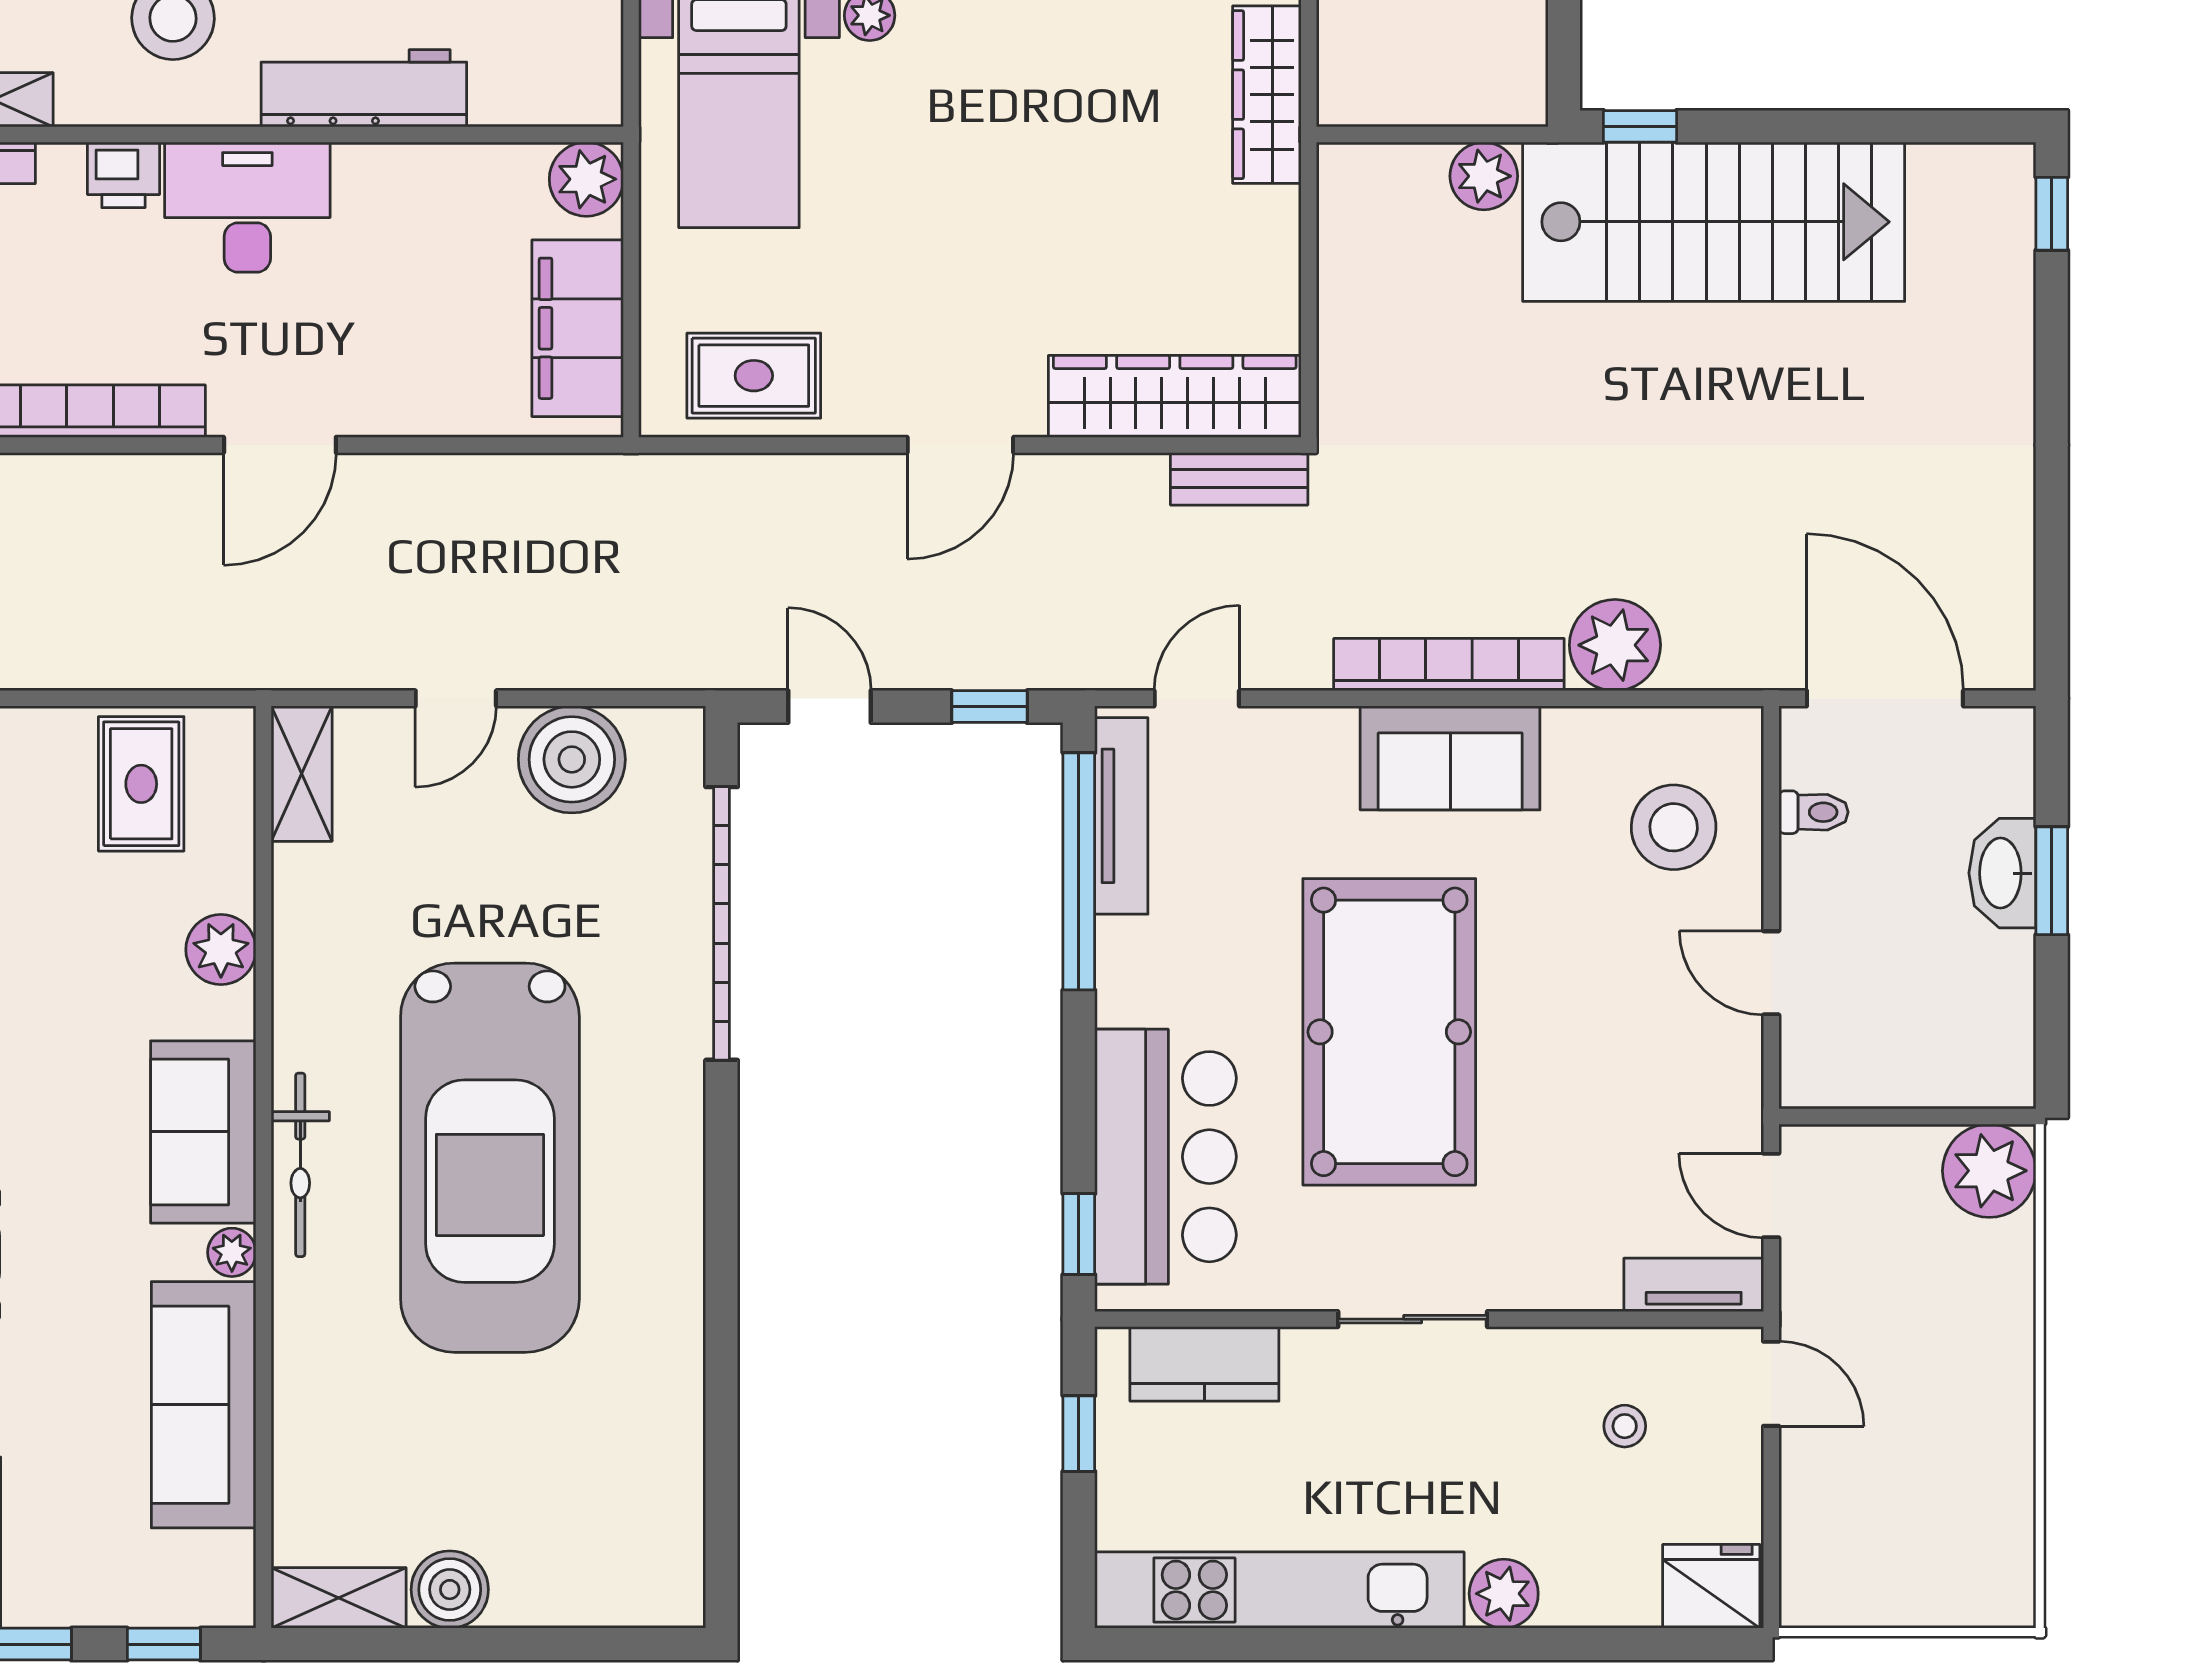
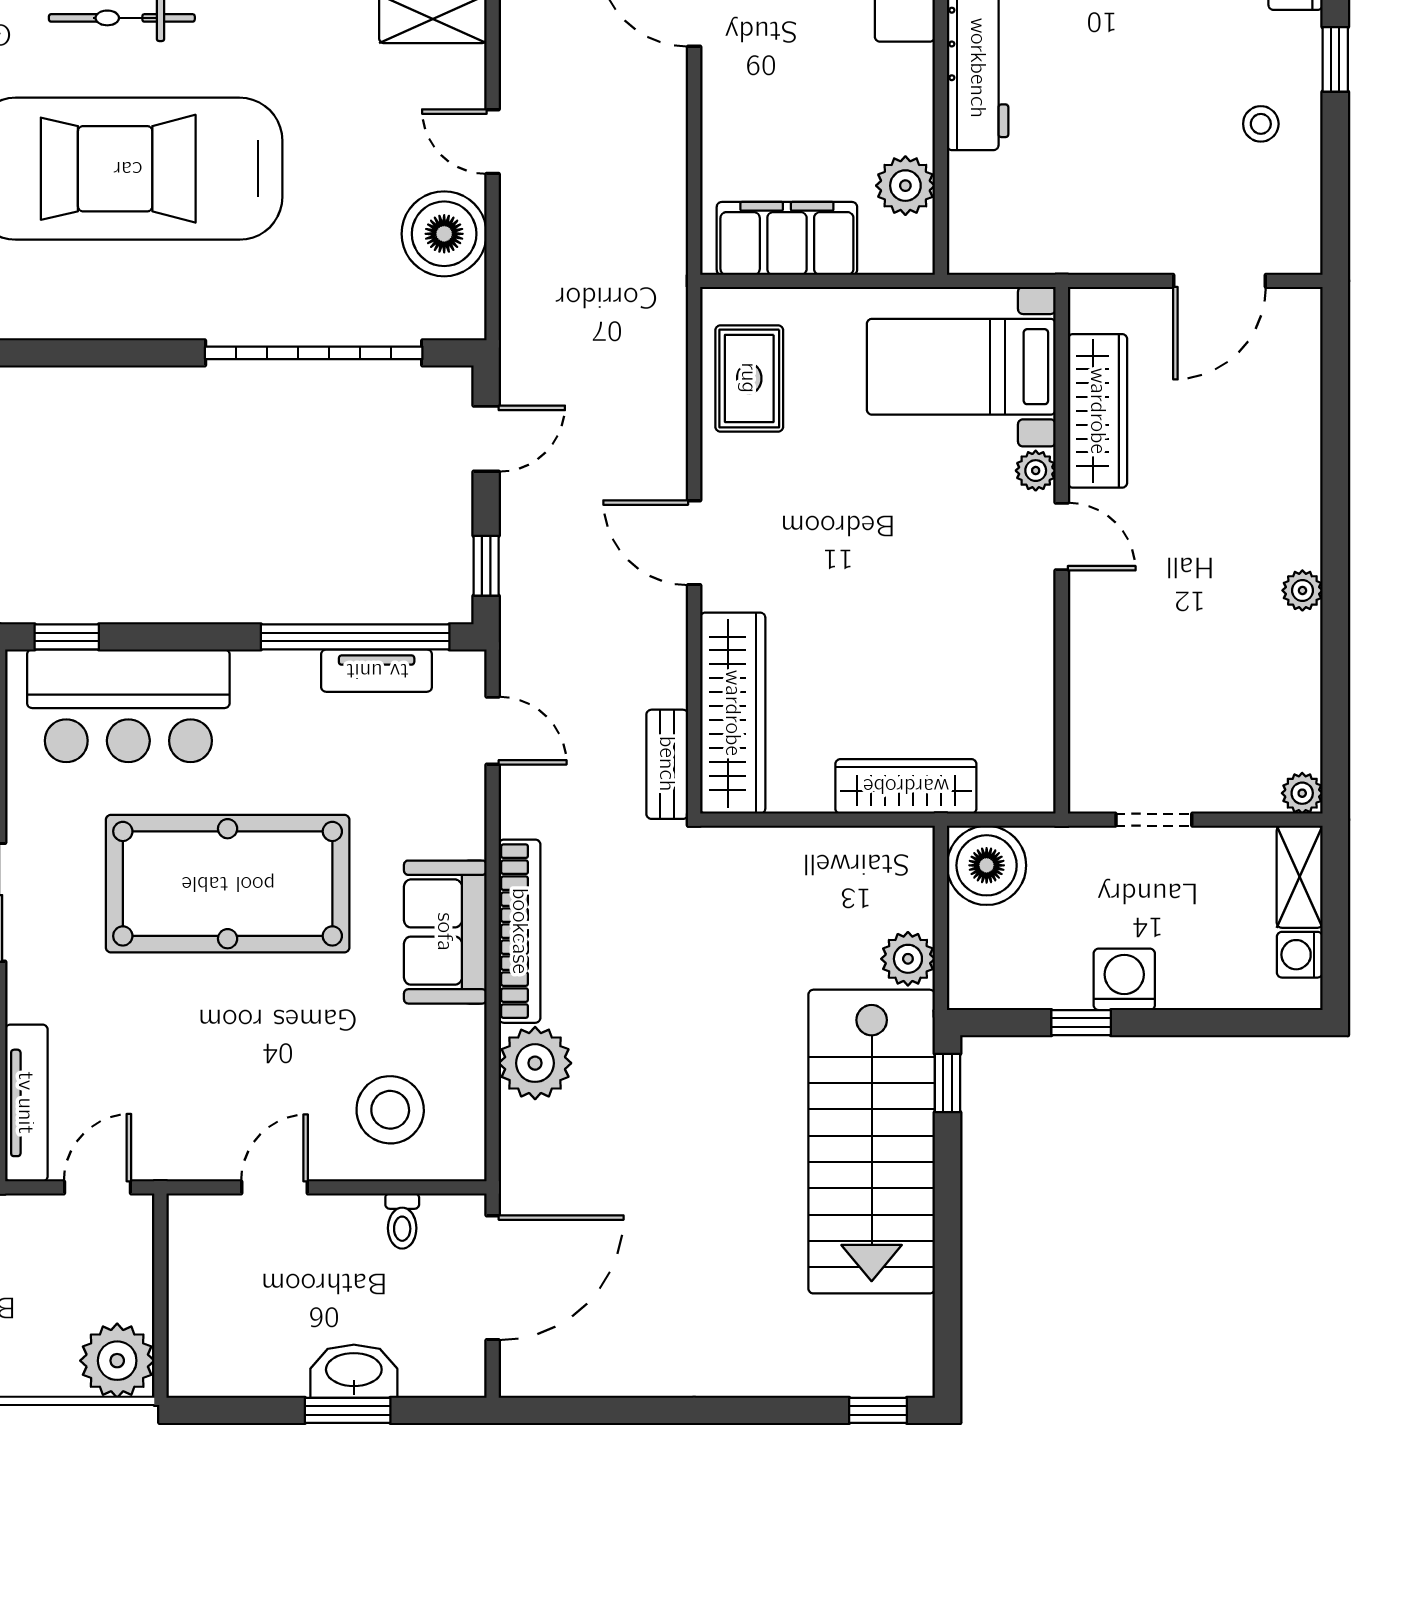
boiler: (1366, 77) -> (987, 865), added
wardrobe: (1267, 95) -> (906, 786), moved
plant: (586, 179) -> (905, 186), moved
tv unit: (1121, 816) -> (377, 671), width x0.71
tv unit: (1694, 1285) -> (26, 1103), width x1.41

